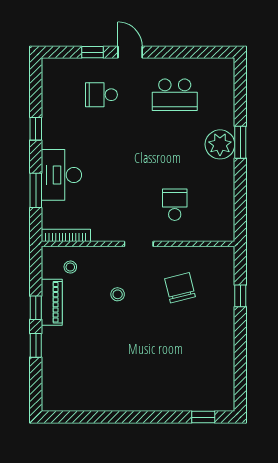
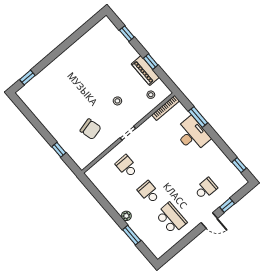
school desk: (175, 95) -> (171, 218), turned 90
window: (36, 129) -> (239, 165), moved
window: (240, 142) -> (132, 235), moved
plant: (220, 144) -> (126, 216), width x0.53, depth x0.53
school desk: (175, 150) -> (149, 192), added
school desk: (175, 205) -> (127, 166), turned 180
window: (36, 345) -> (127, 34), moved

